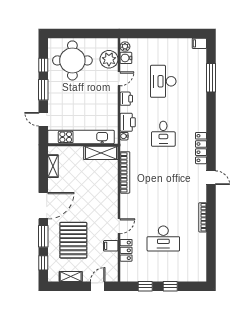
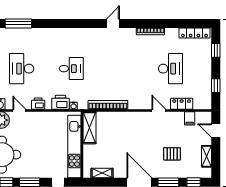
desk: (163, 81) -> (22, 69), turned 90
locker: (201, 148) -> (194, 33), moved
pallet: (73, 240) -> (172, 154), width x0.49, depth x0.50
filing cabinet: (111, 246) -> (190, 118), moved
window: (170, 286) -> (216, 50), moved

